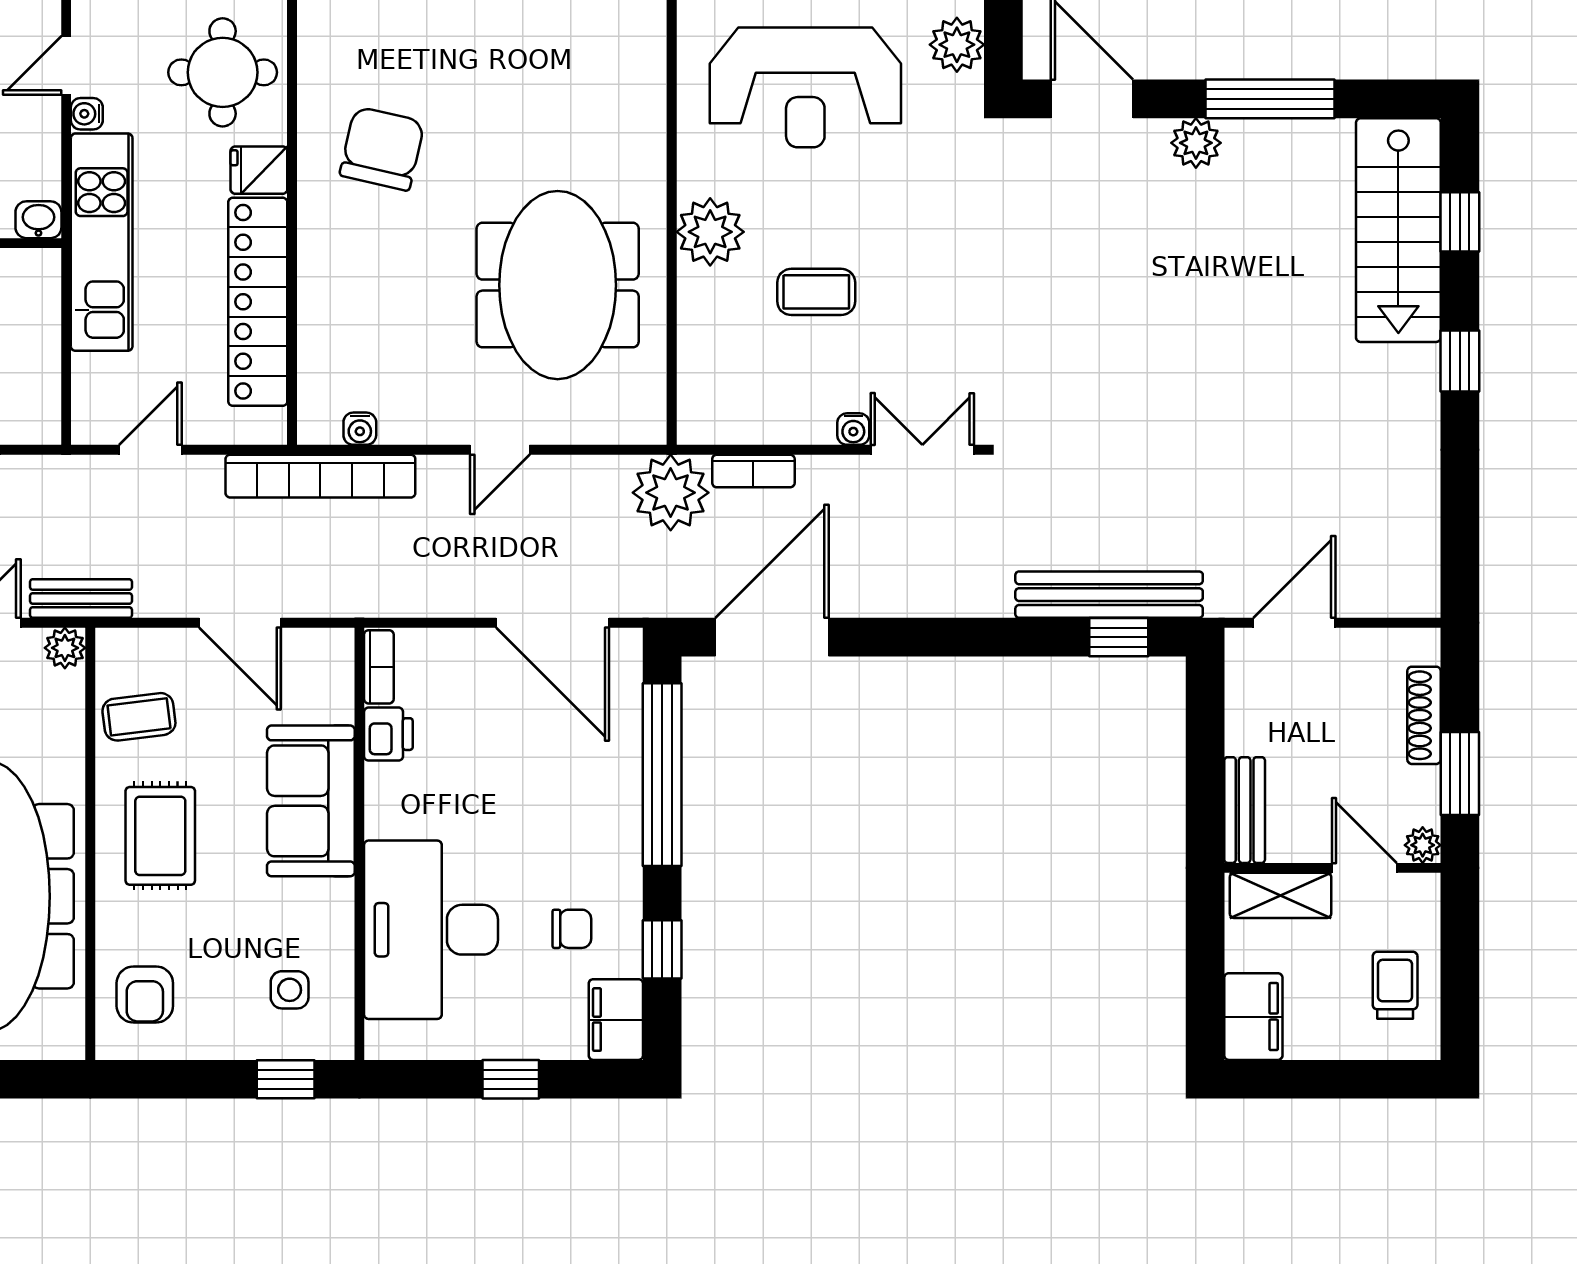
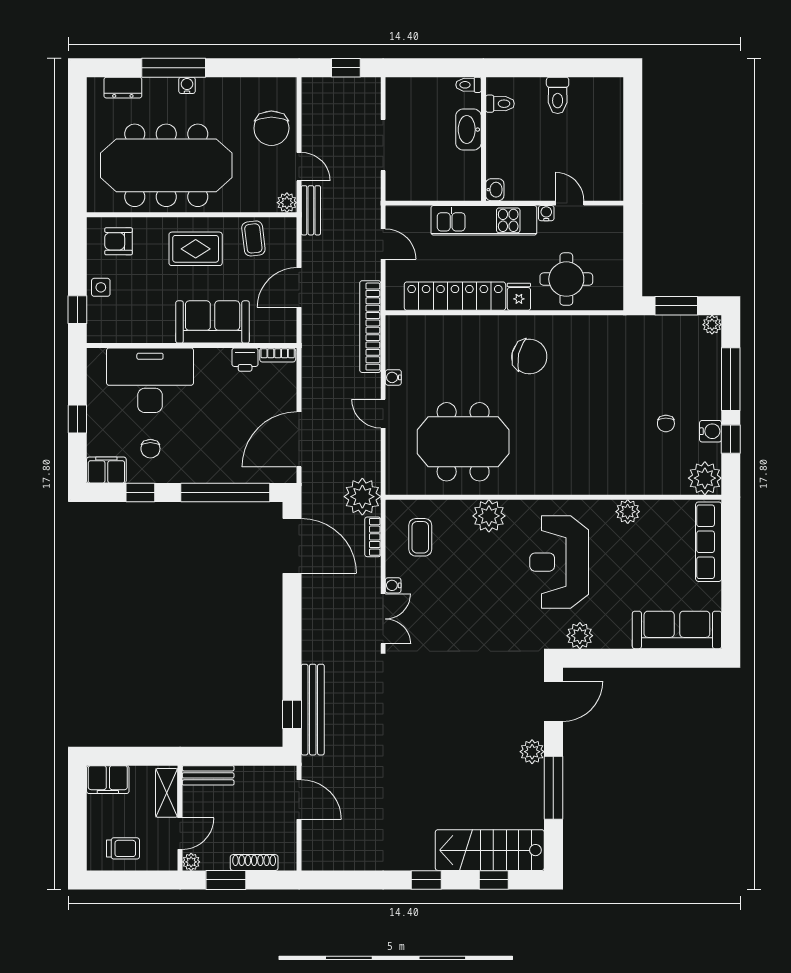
coffee table: (816, 292) -> (420, 537), moved
water cooler: (360, 429) -> (393, 377), moved
side table: (290, 990) -> (101, 287), moved

